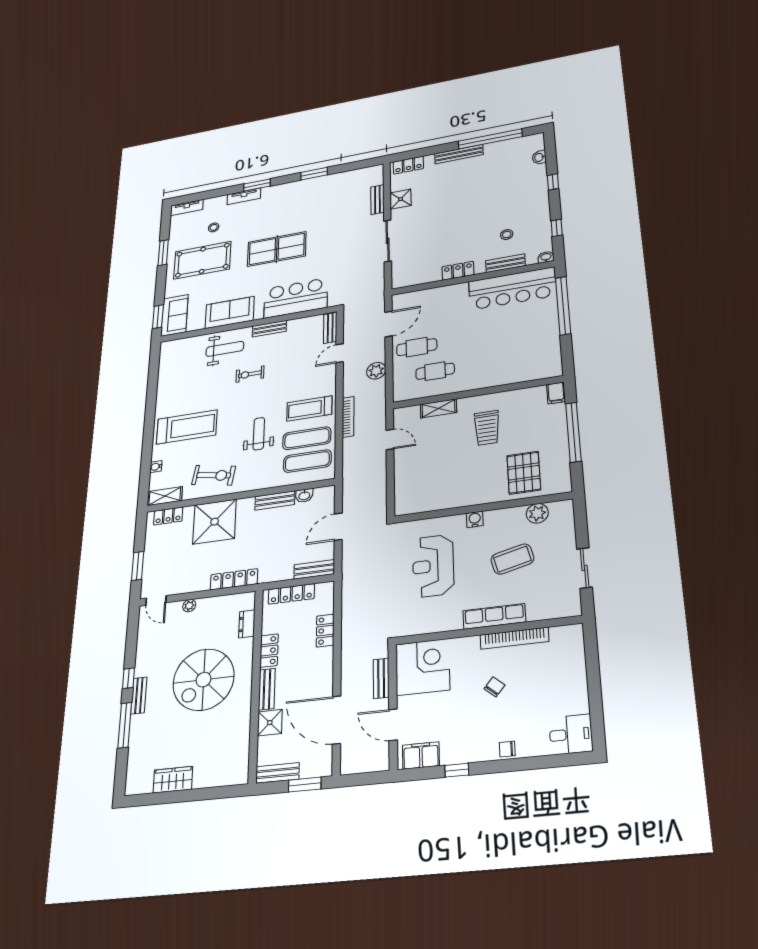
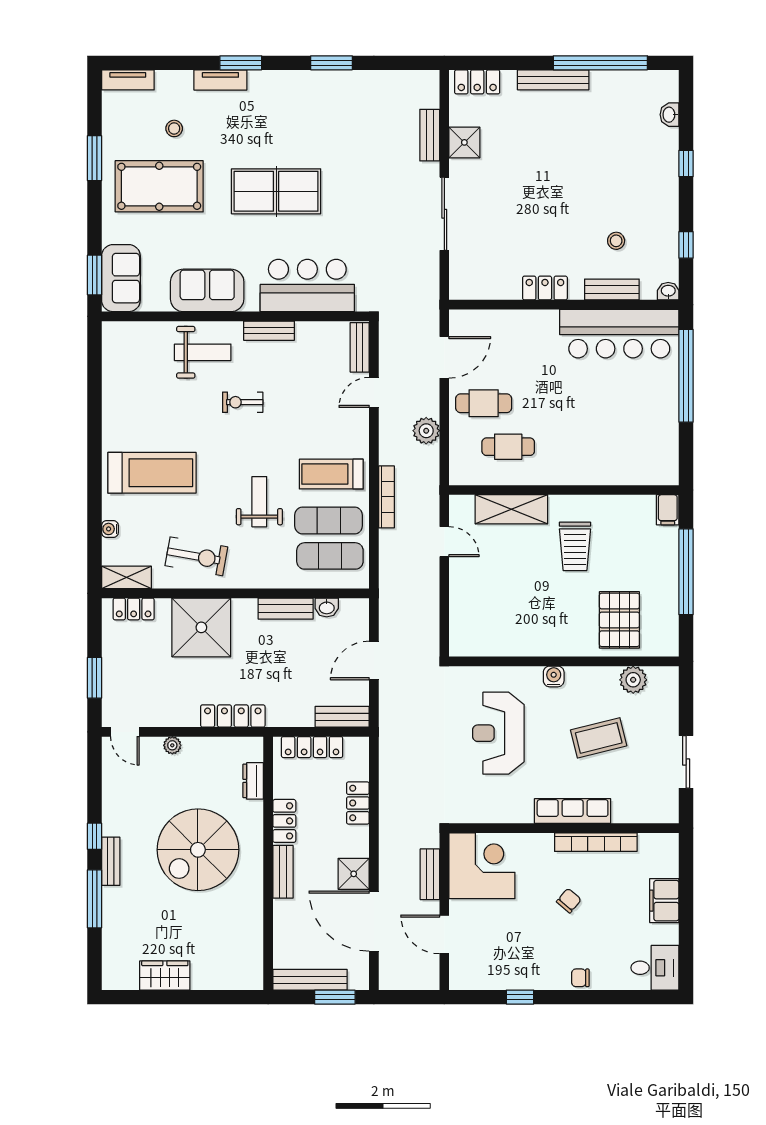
shelving: (439, 408) -> (511, 509), width x1.50, depth x1.33
shower: (270, 723) -> (354, 874), moved
filing cabinet: (421, 755) -> (664, 901), moved, turned -90
bench: (277, 773) -> (310, 980), width x1.36

